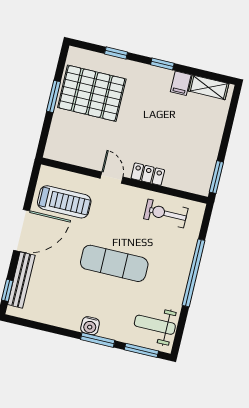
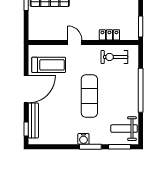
locker: (148, 174) -> (109, 35), moved
exercise mat: (114, 263) -> (89, 96), turned 90

